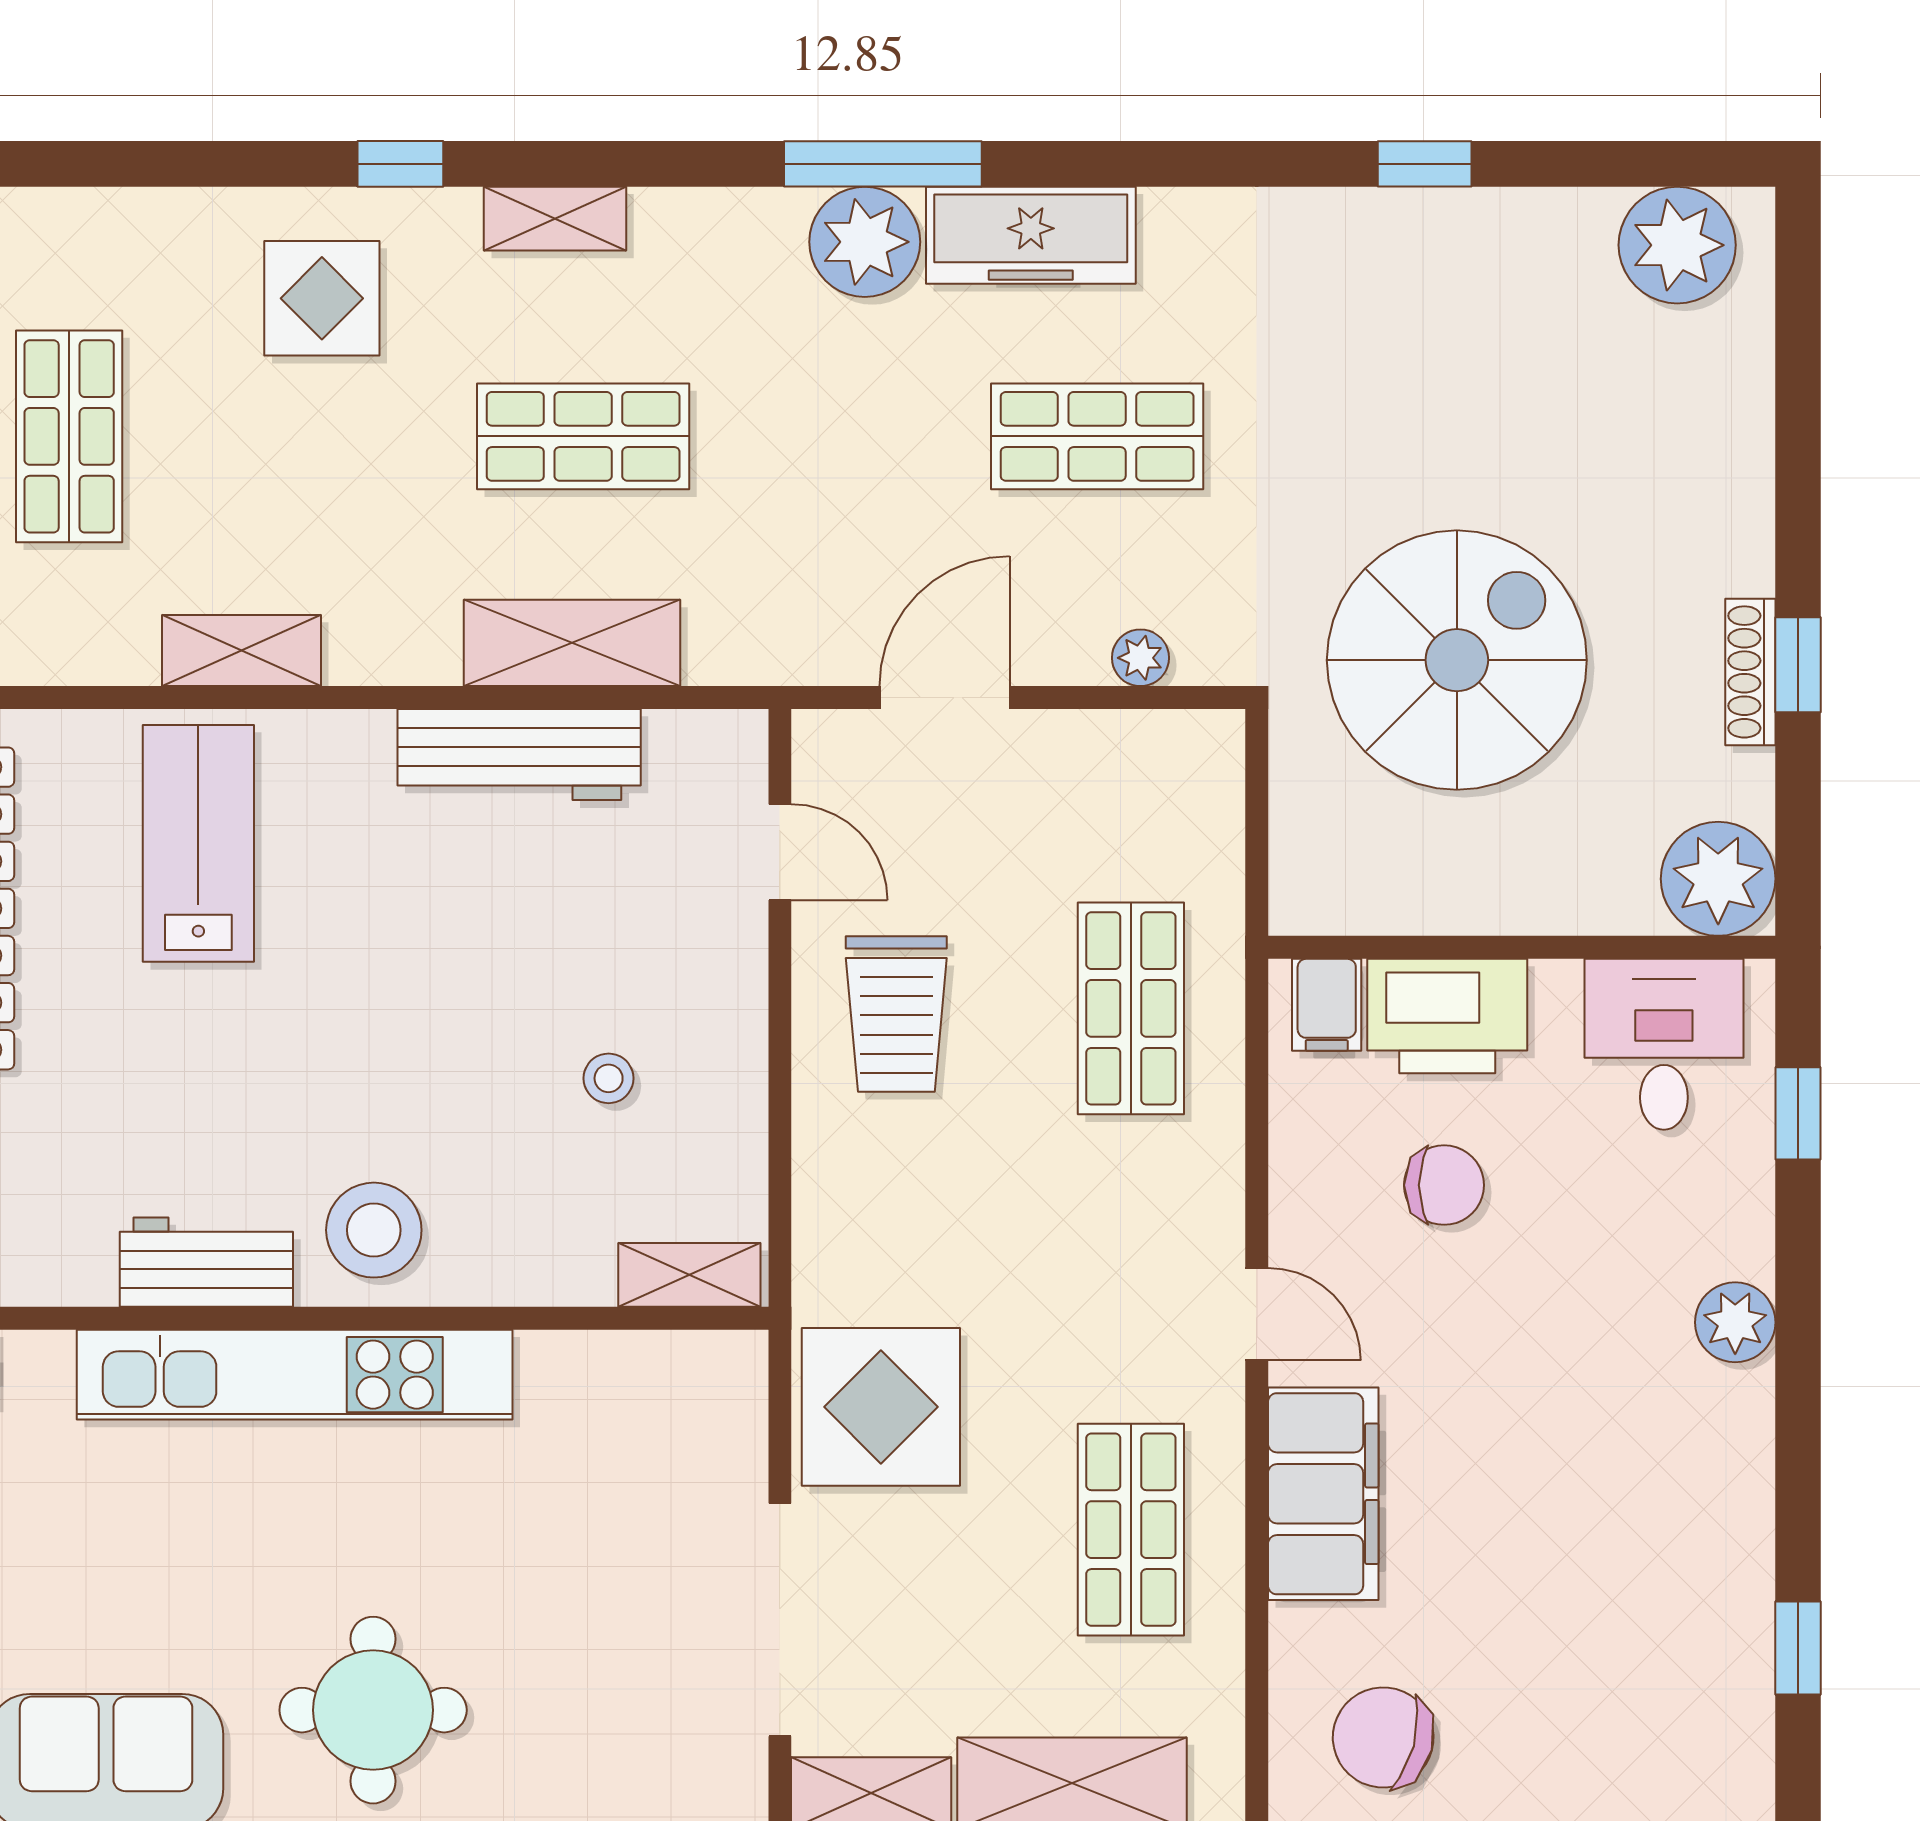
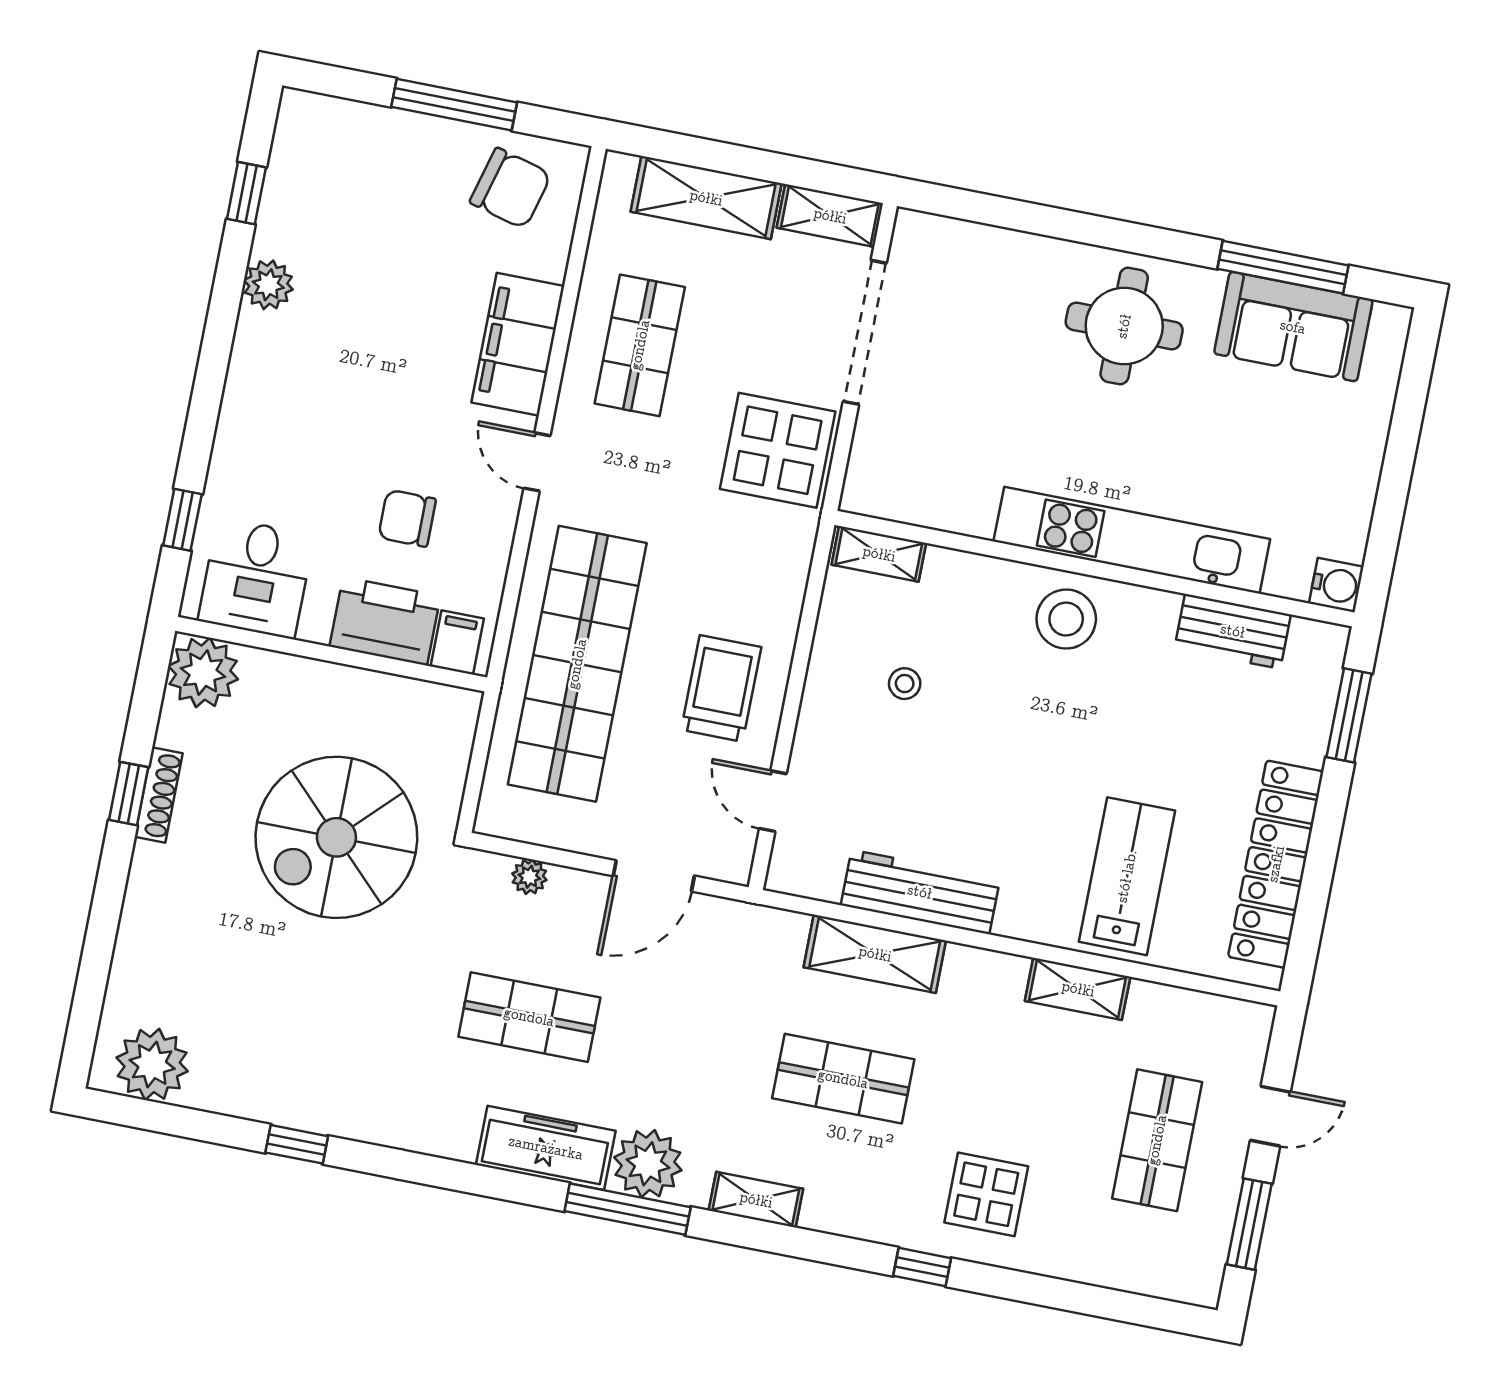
shelving: (555, 219) -> (756, 1200), moved
lab bench: (198, 843) -> (1127, 876), turned 180
shop shelf: (1131, 1008) -> (577, 664), width x2.00, depth x1.36
workbench: (206, 1262) -> (1233, 631), moved
plant: (1735, 1322) -> (268, 285), moved

